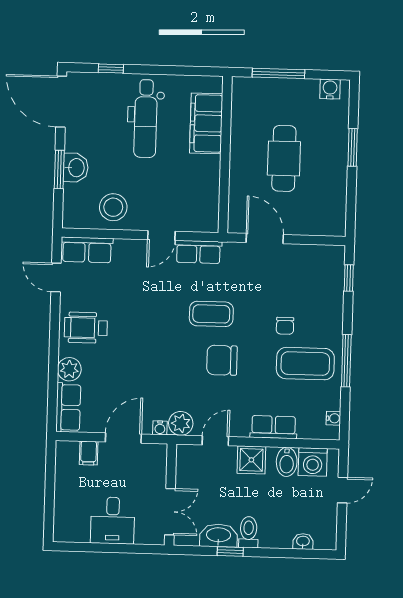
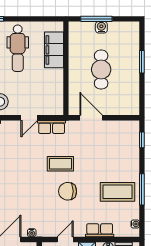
water cooler: (330, 89) -> (101, 27), moved
chair: (285, 326) -> (105, 170), removed
plant: (181, 423) -> (44, 230), removed

